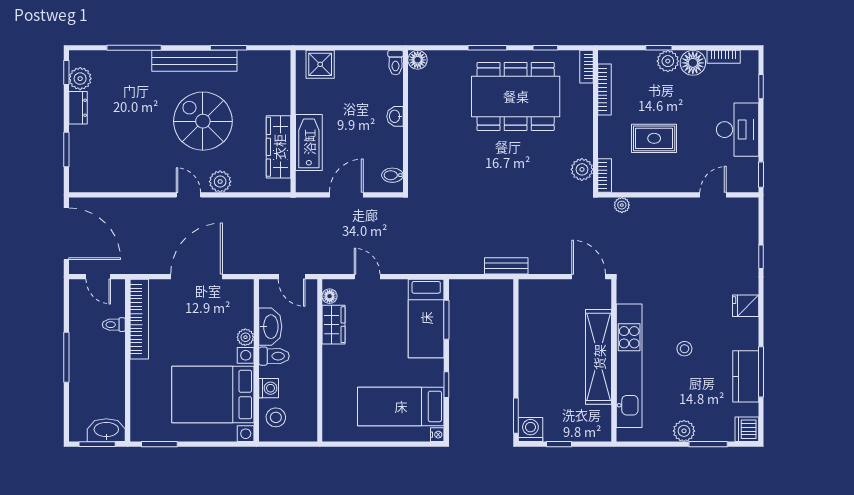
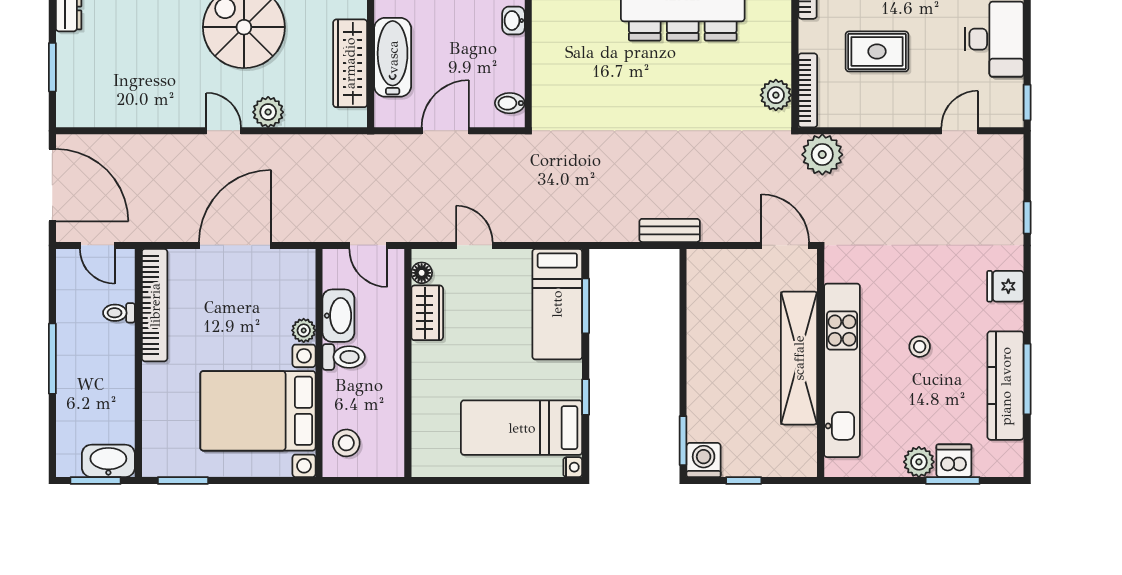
bookcase: (605, 176) -> (808, 90), width x1.56
plant: (622, 205) -> (822, 155), width x1.88, depth x1.88
kitchen counter: (746, 376) -> (1006, 386), width x1.50
washing machine: (269, 388) -> (336, 402), removed
dishwasher: (747, 429) -> (954, 461), moved, turned 90

